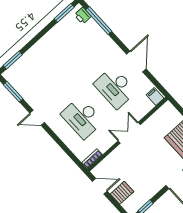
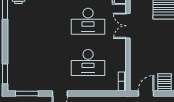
double door: (129, 133) -> (128, 26), moved

